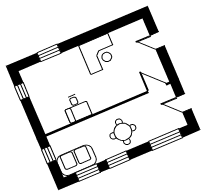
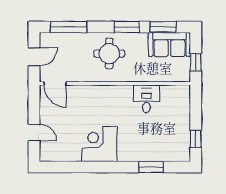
door: (184, 103) -> (34, 57), hinge flipped

